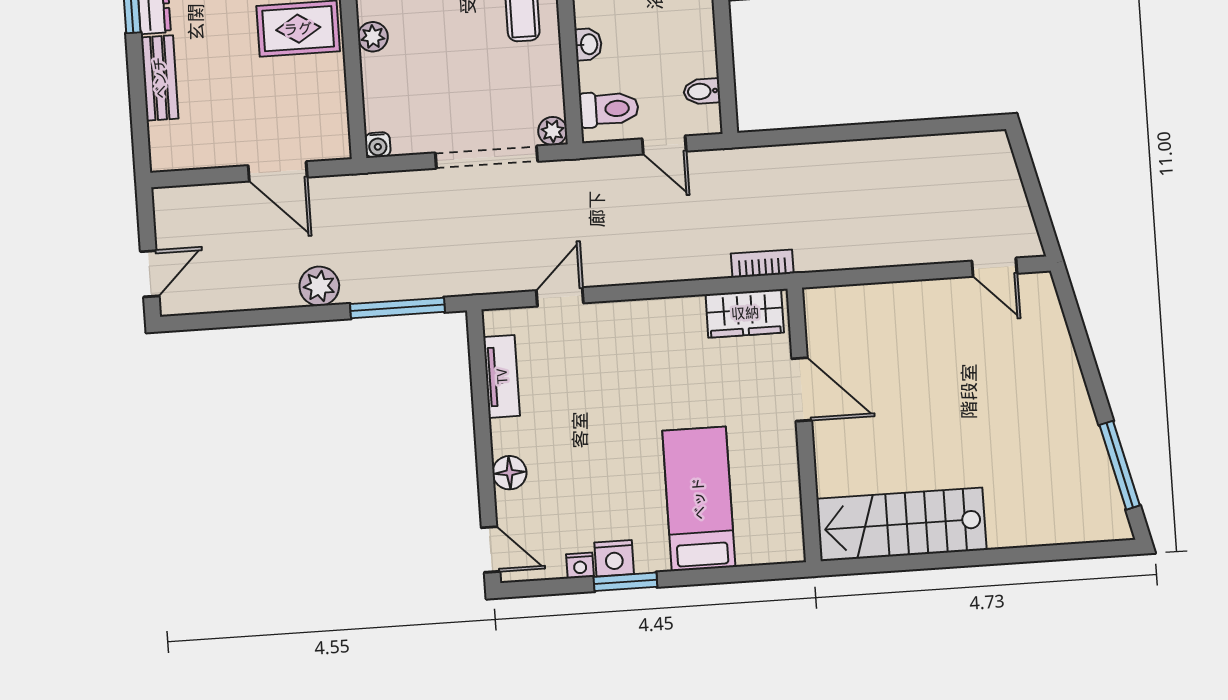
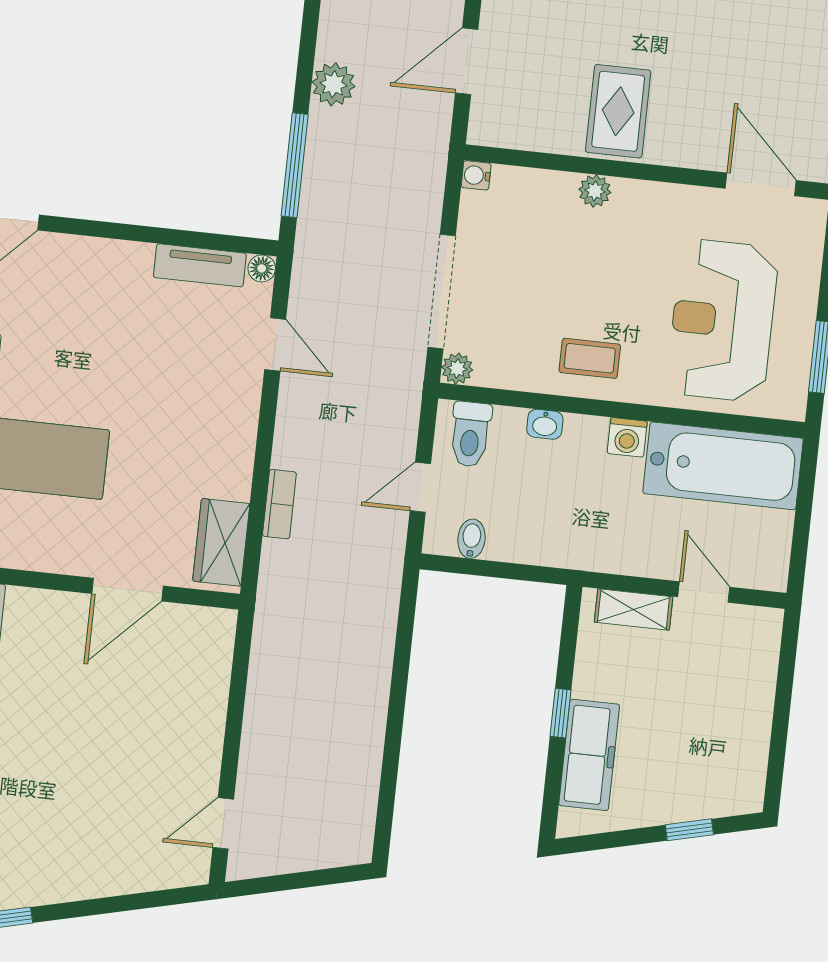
bookcase: (762, 264) -> (279, 504), moved
floor lamp: (509, 473) -> (262, 268), moved, width x0.73, depth x0.73

